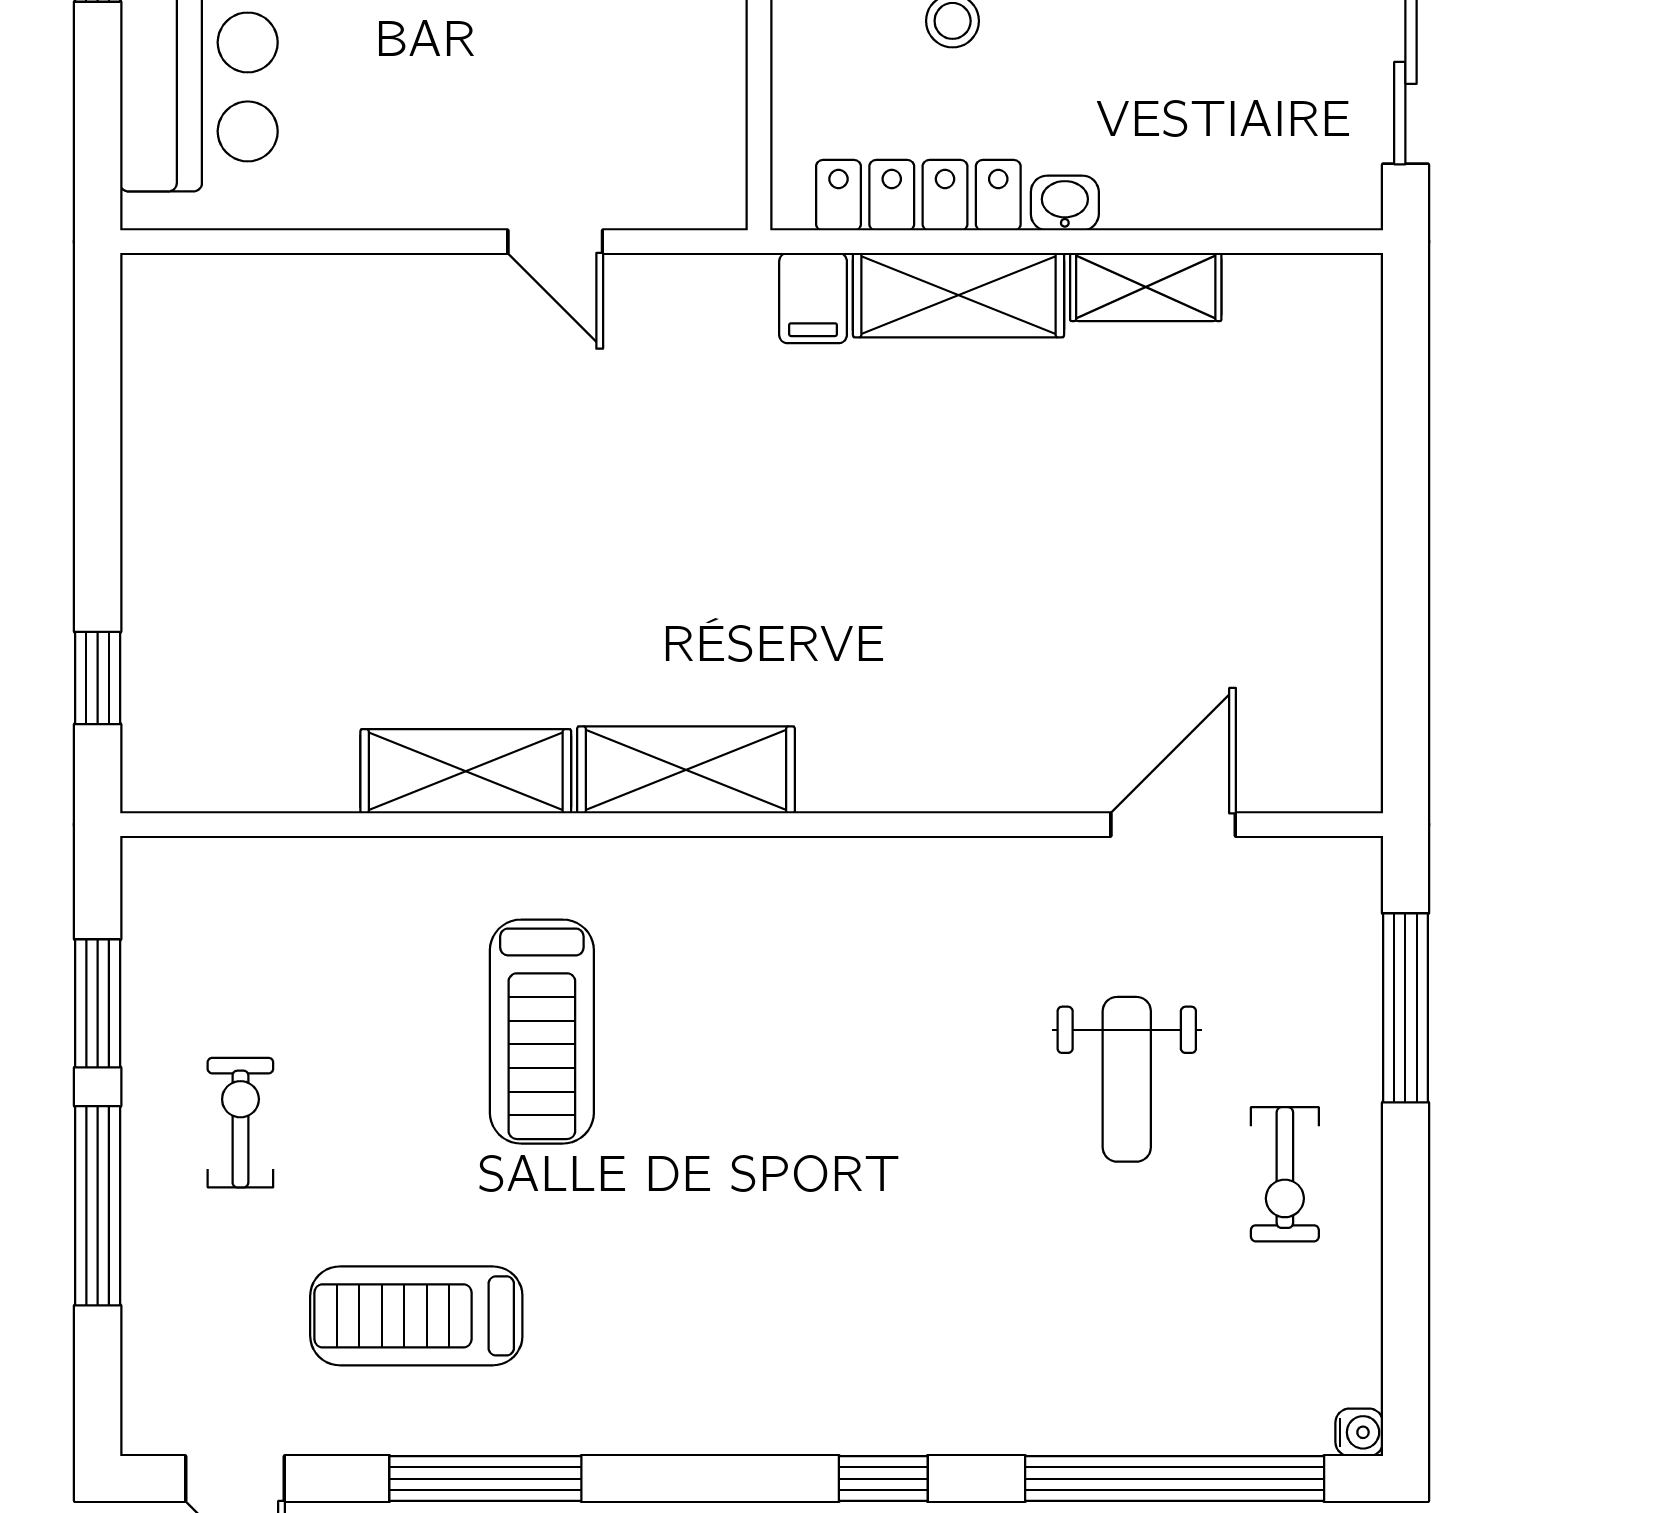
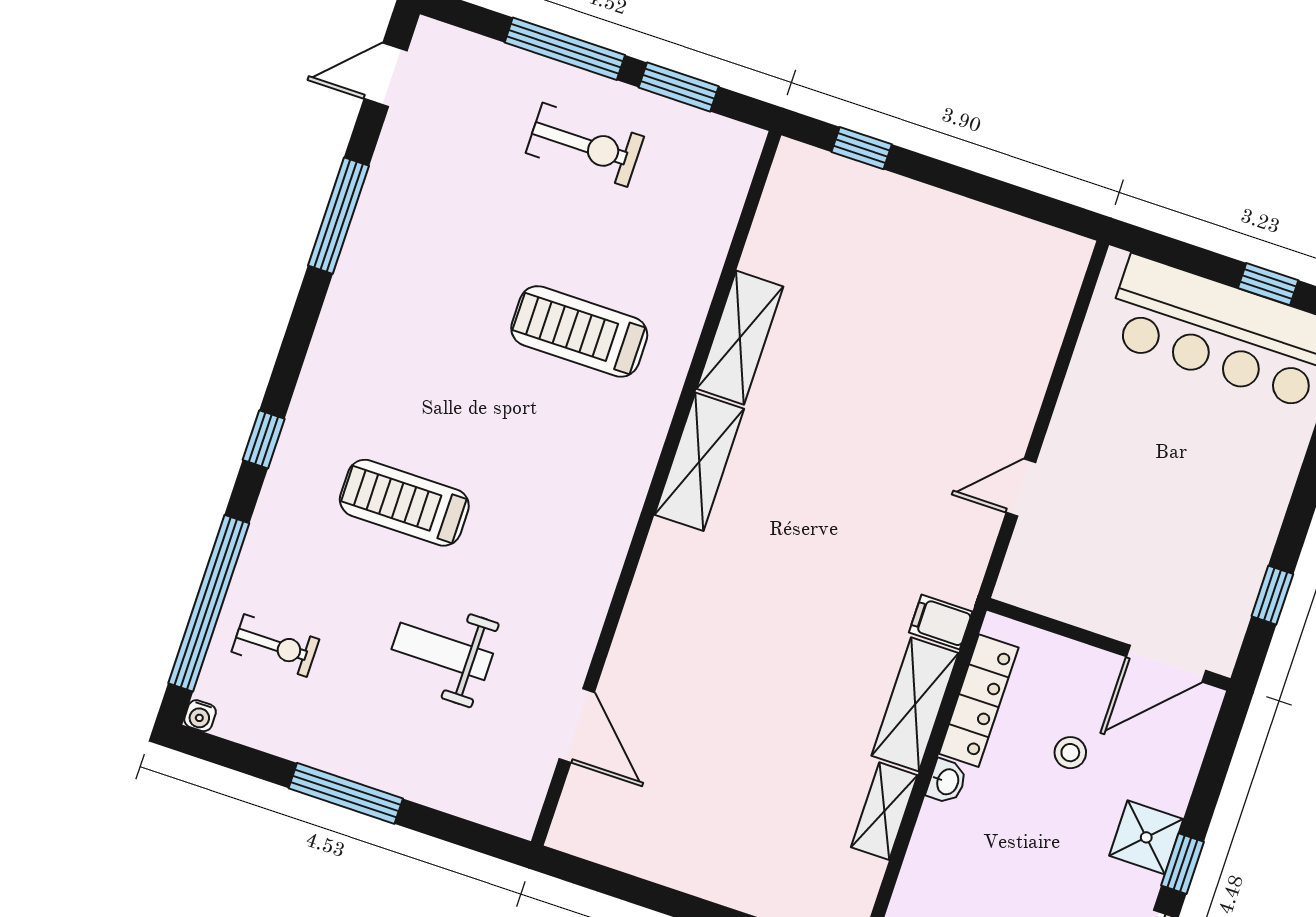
window: (1405, 1008) -> (346, 793), moved
exercise bike: (240, 1123) -> (585, 145), width x1.38, depth x1.39
exercise bike: (1285, 1174) -> (275, 646), moved, turned 180
treadmill: (416, 1316) -> (404, 503), moved, turned -90

